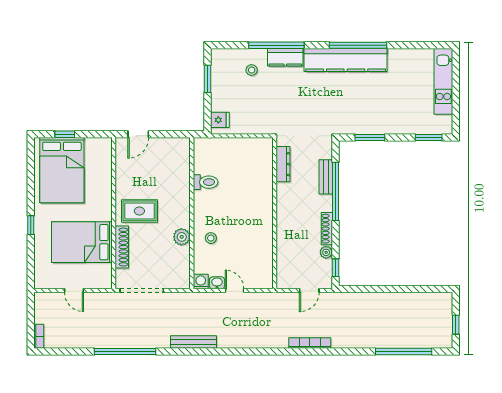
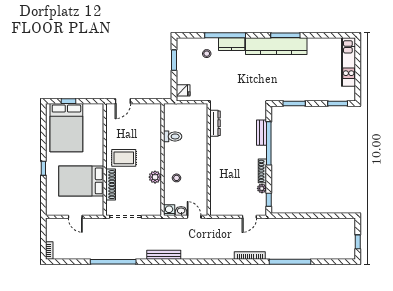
window: (358, 45) -> (285, 35), width x0.68
dresser: (283, 164) -> (215, 123), moved
wall: (275, 213) -> (209, 160), moved
window: (404, 351) -> (290, 262), moved

